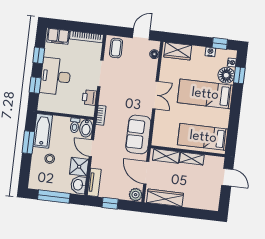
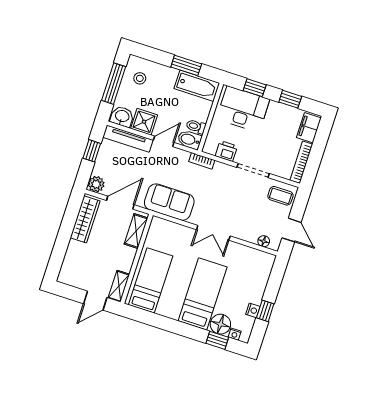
window: (220, 43) -> (265, 311), moved
wardrobe: (178, 51) -> (262, 271), removed
desk: (56, 76) -> (243, 109), moved
stool: (50, 159) -> (140, 78), moved
shelving: (192, 159) -> (119, 286), moved
tv unit: (94, 182) -> (128, 139), width x1.41

